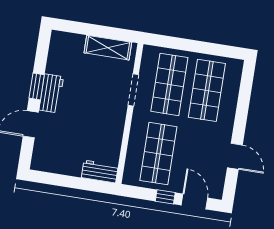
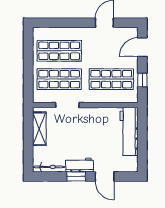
bicycle: (55, 52) -> (49, 167), added
workbench: (100, 171) -> (129, 131), width x1.88, depth x1.32
window: (165, 197) -> (142, 80), moved

